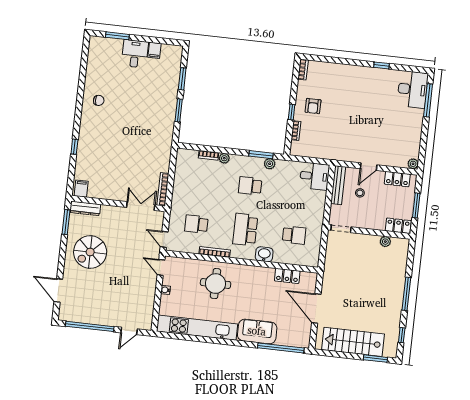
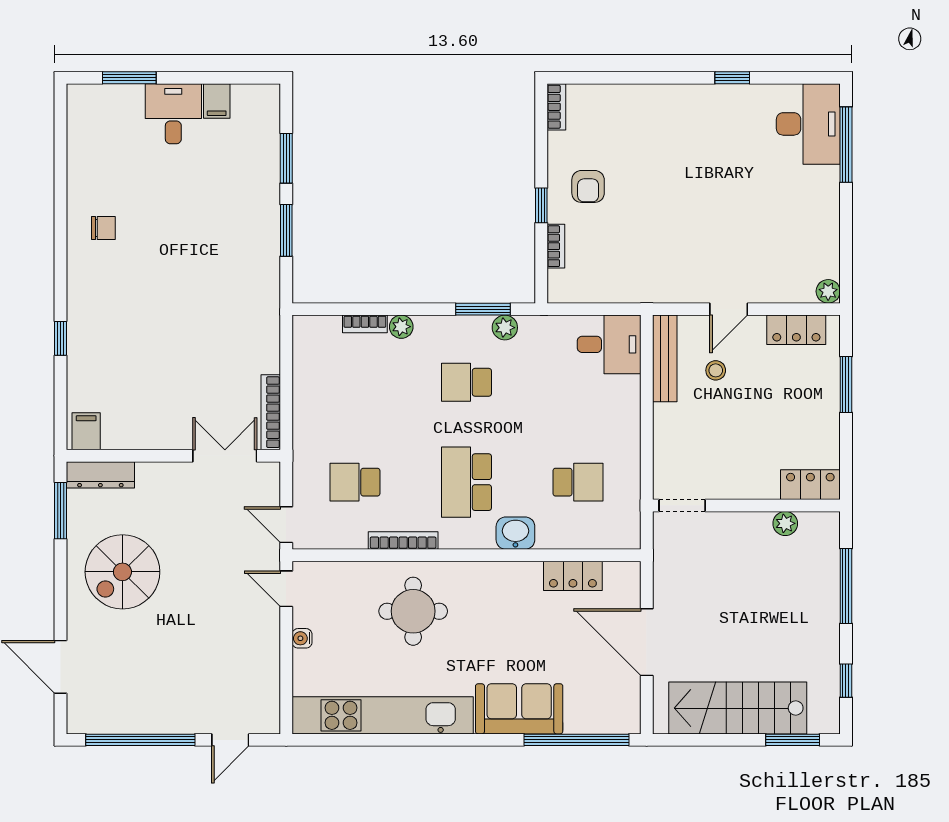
locker: (398, 226) -> (810, 485), moved
doorway: (341, 229) -> (682, 505), moved
wall: (369, 232) -> (746, 505), moved
plant: (385, 242) -> (785, 523), moved

